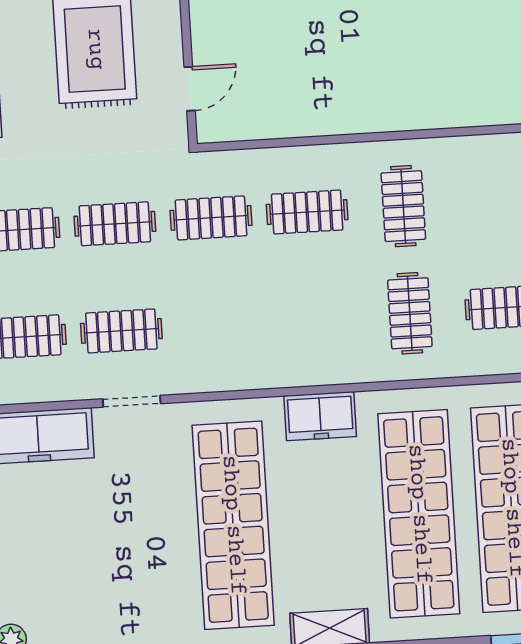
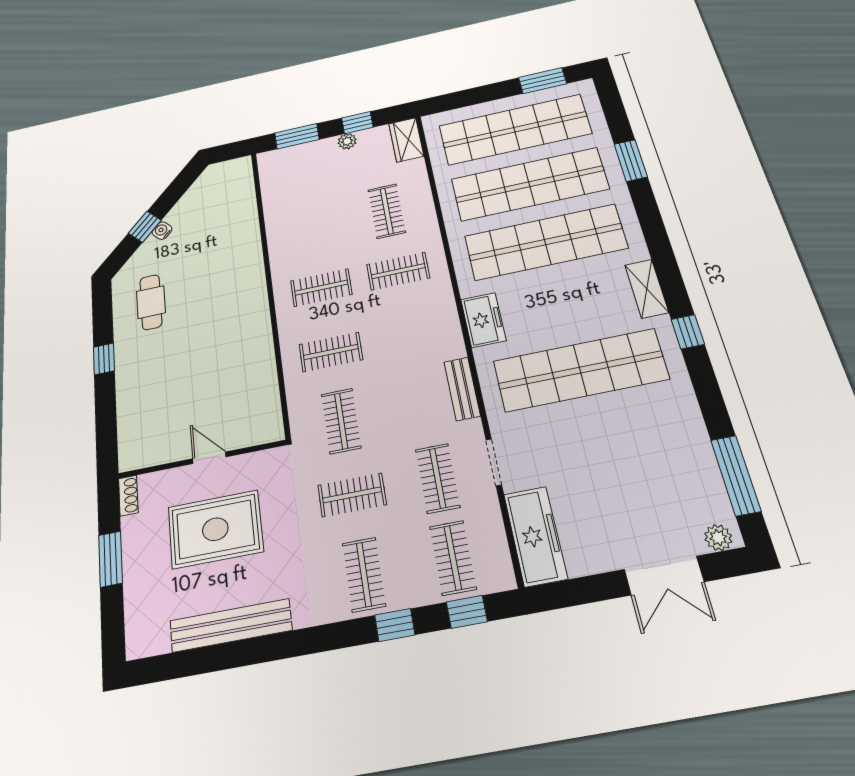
door: (190, 89) -> (209, 458), moved
clothes rail: (307, 212) -> (331, 352), turned 90
clothes rail: (115, 224) -> (352, 495), turned 90
bench: (231, 376) -> (462, 389), added

